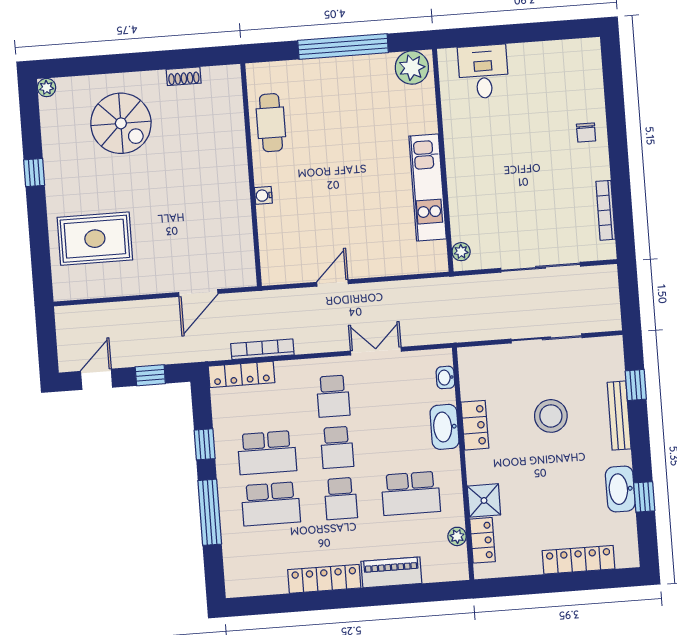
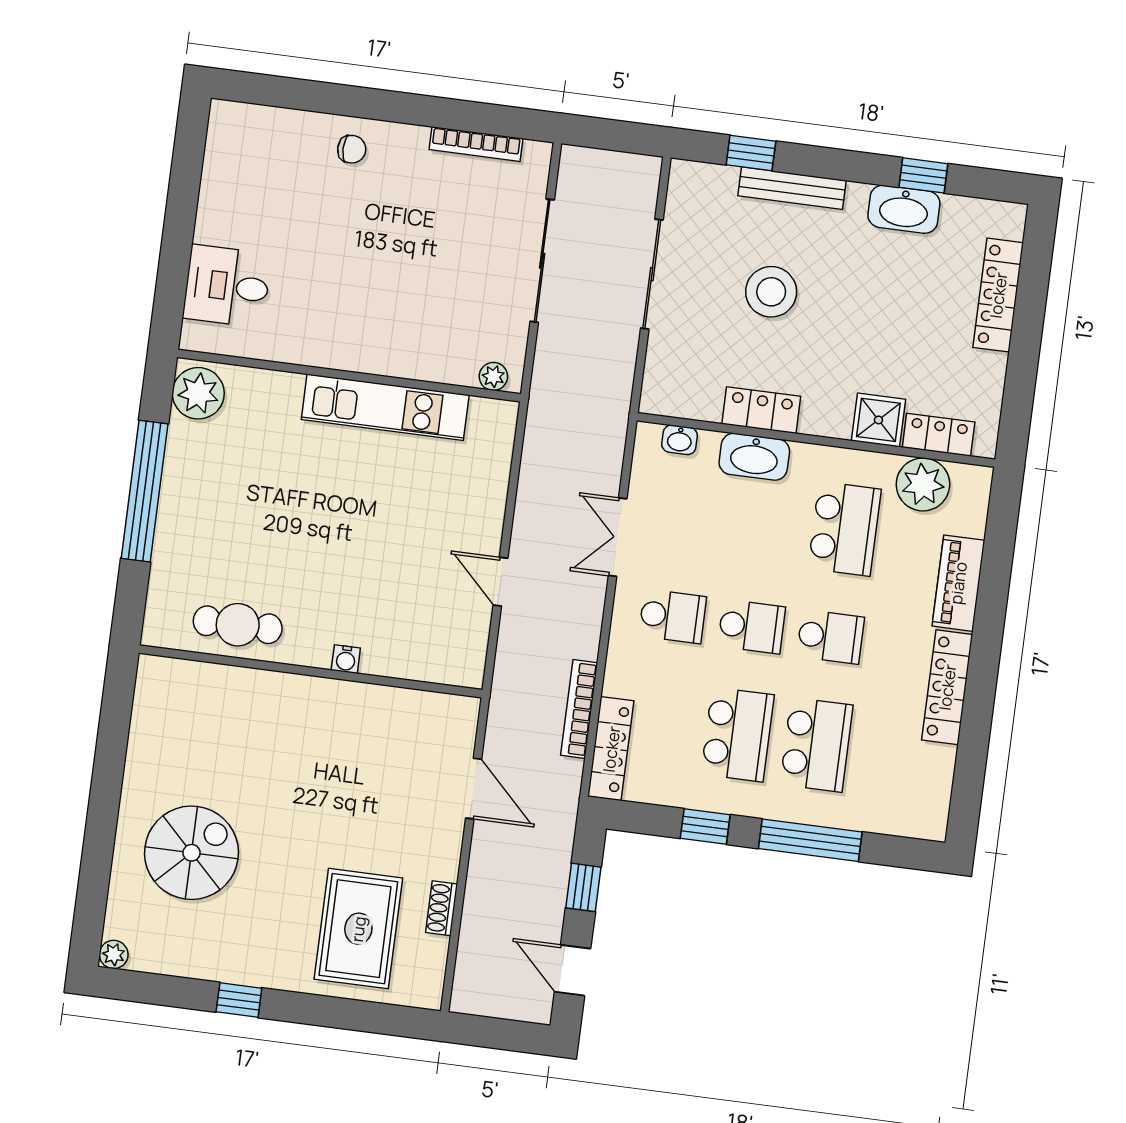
shoe rack: (184, 76) -> (442, 908), moved, turned 180
plant: (457, 536) -> (923, 484), width x1.88, depth x1.88

